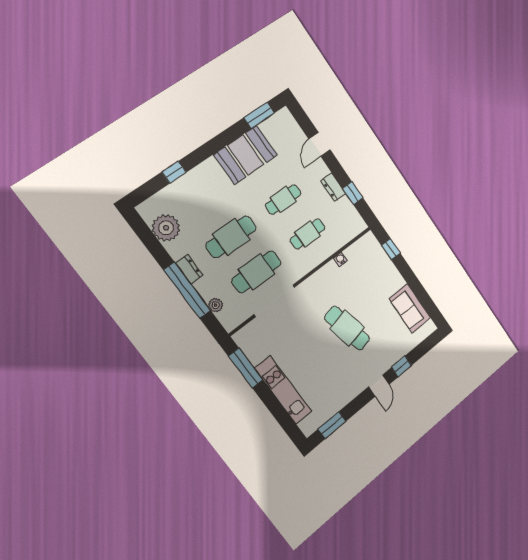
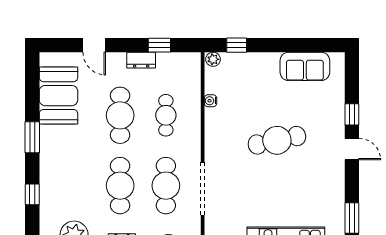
window: (259, 115) -> (32, 137), moved
booth: (246, 155) -> (58, 96), moved
cafe table: (283, 199) -> (120, 115), width x1.37, depth x1.35
plant: (370, 240) -> (213, 59), added

